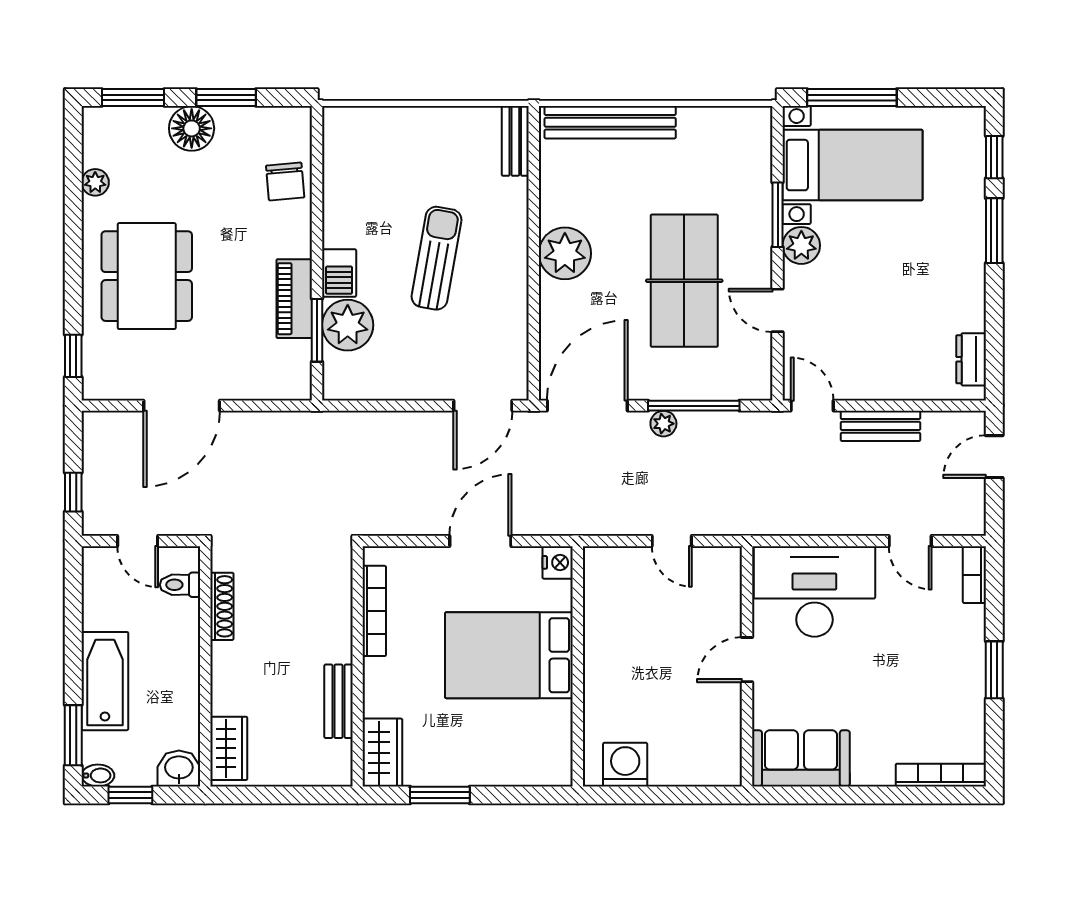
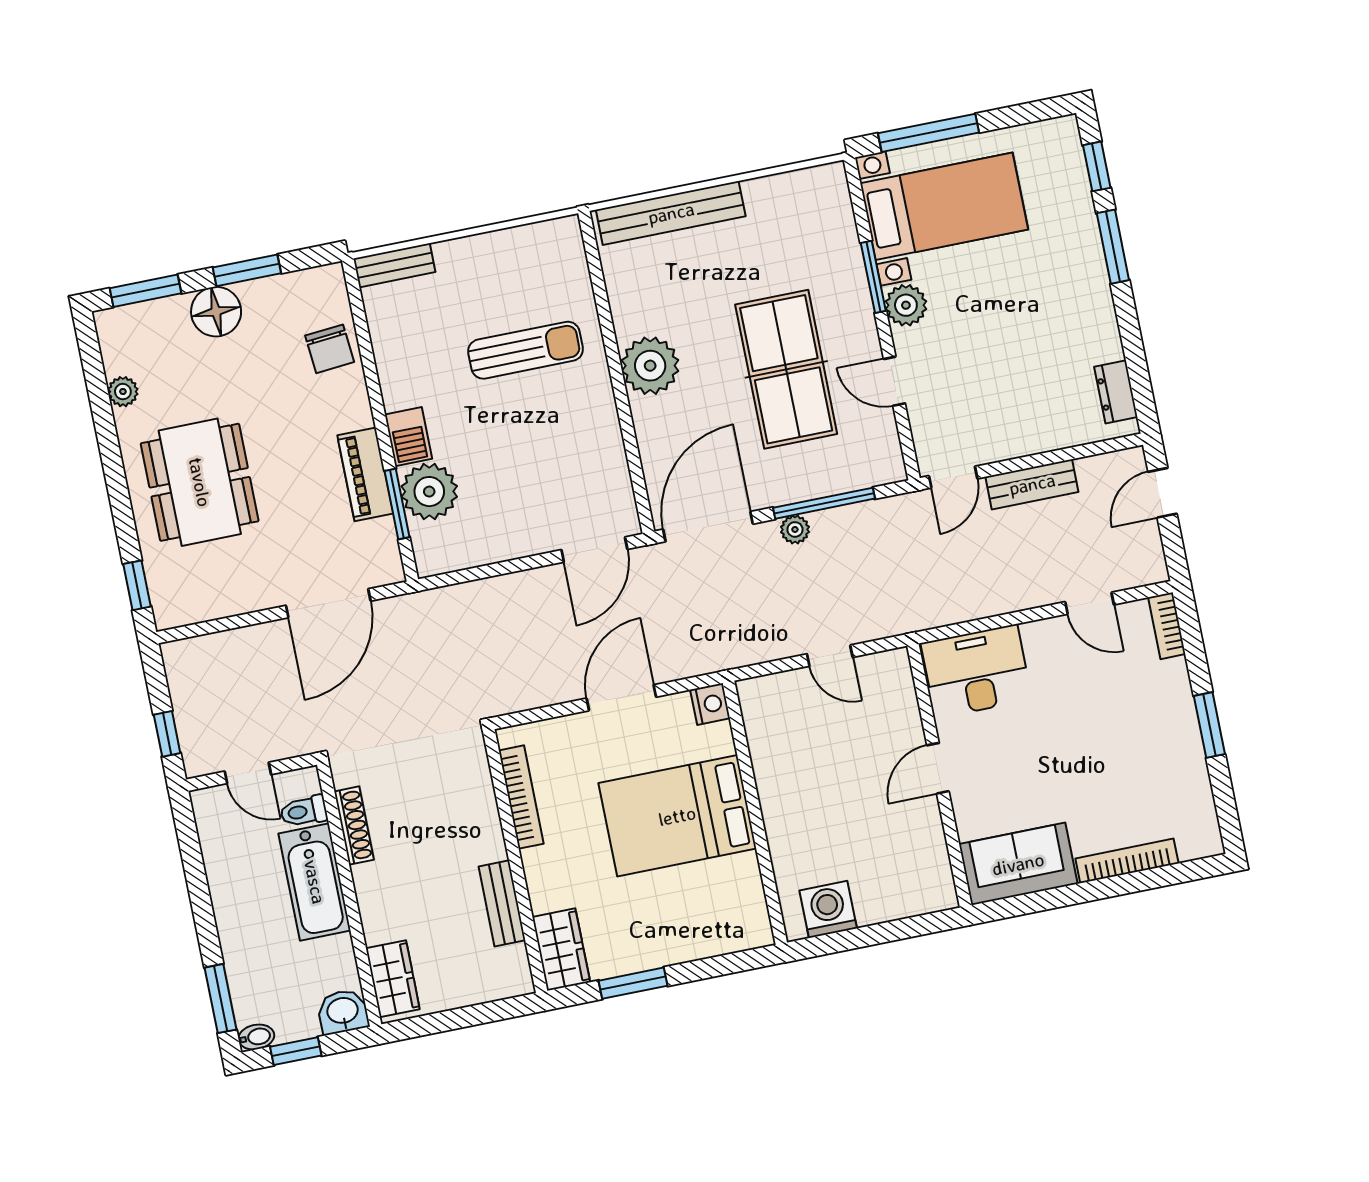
bench: (515, 141) -> (394, 265), moved, turned 90
sun lounger: (436, 258) -> (526, 350), moved, turned 80
door: (182, 406) -> (328, 603), moved
door: (812, 406) -> (953, 477), swing flipped
desk: (814, 591) -> (976, 671), width x0.73, depth x0.77
bathtub: (105, 681) -> (315, 882), moved, turned 180
bookcase: (941, 775) -> (1127, 861), moved

